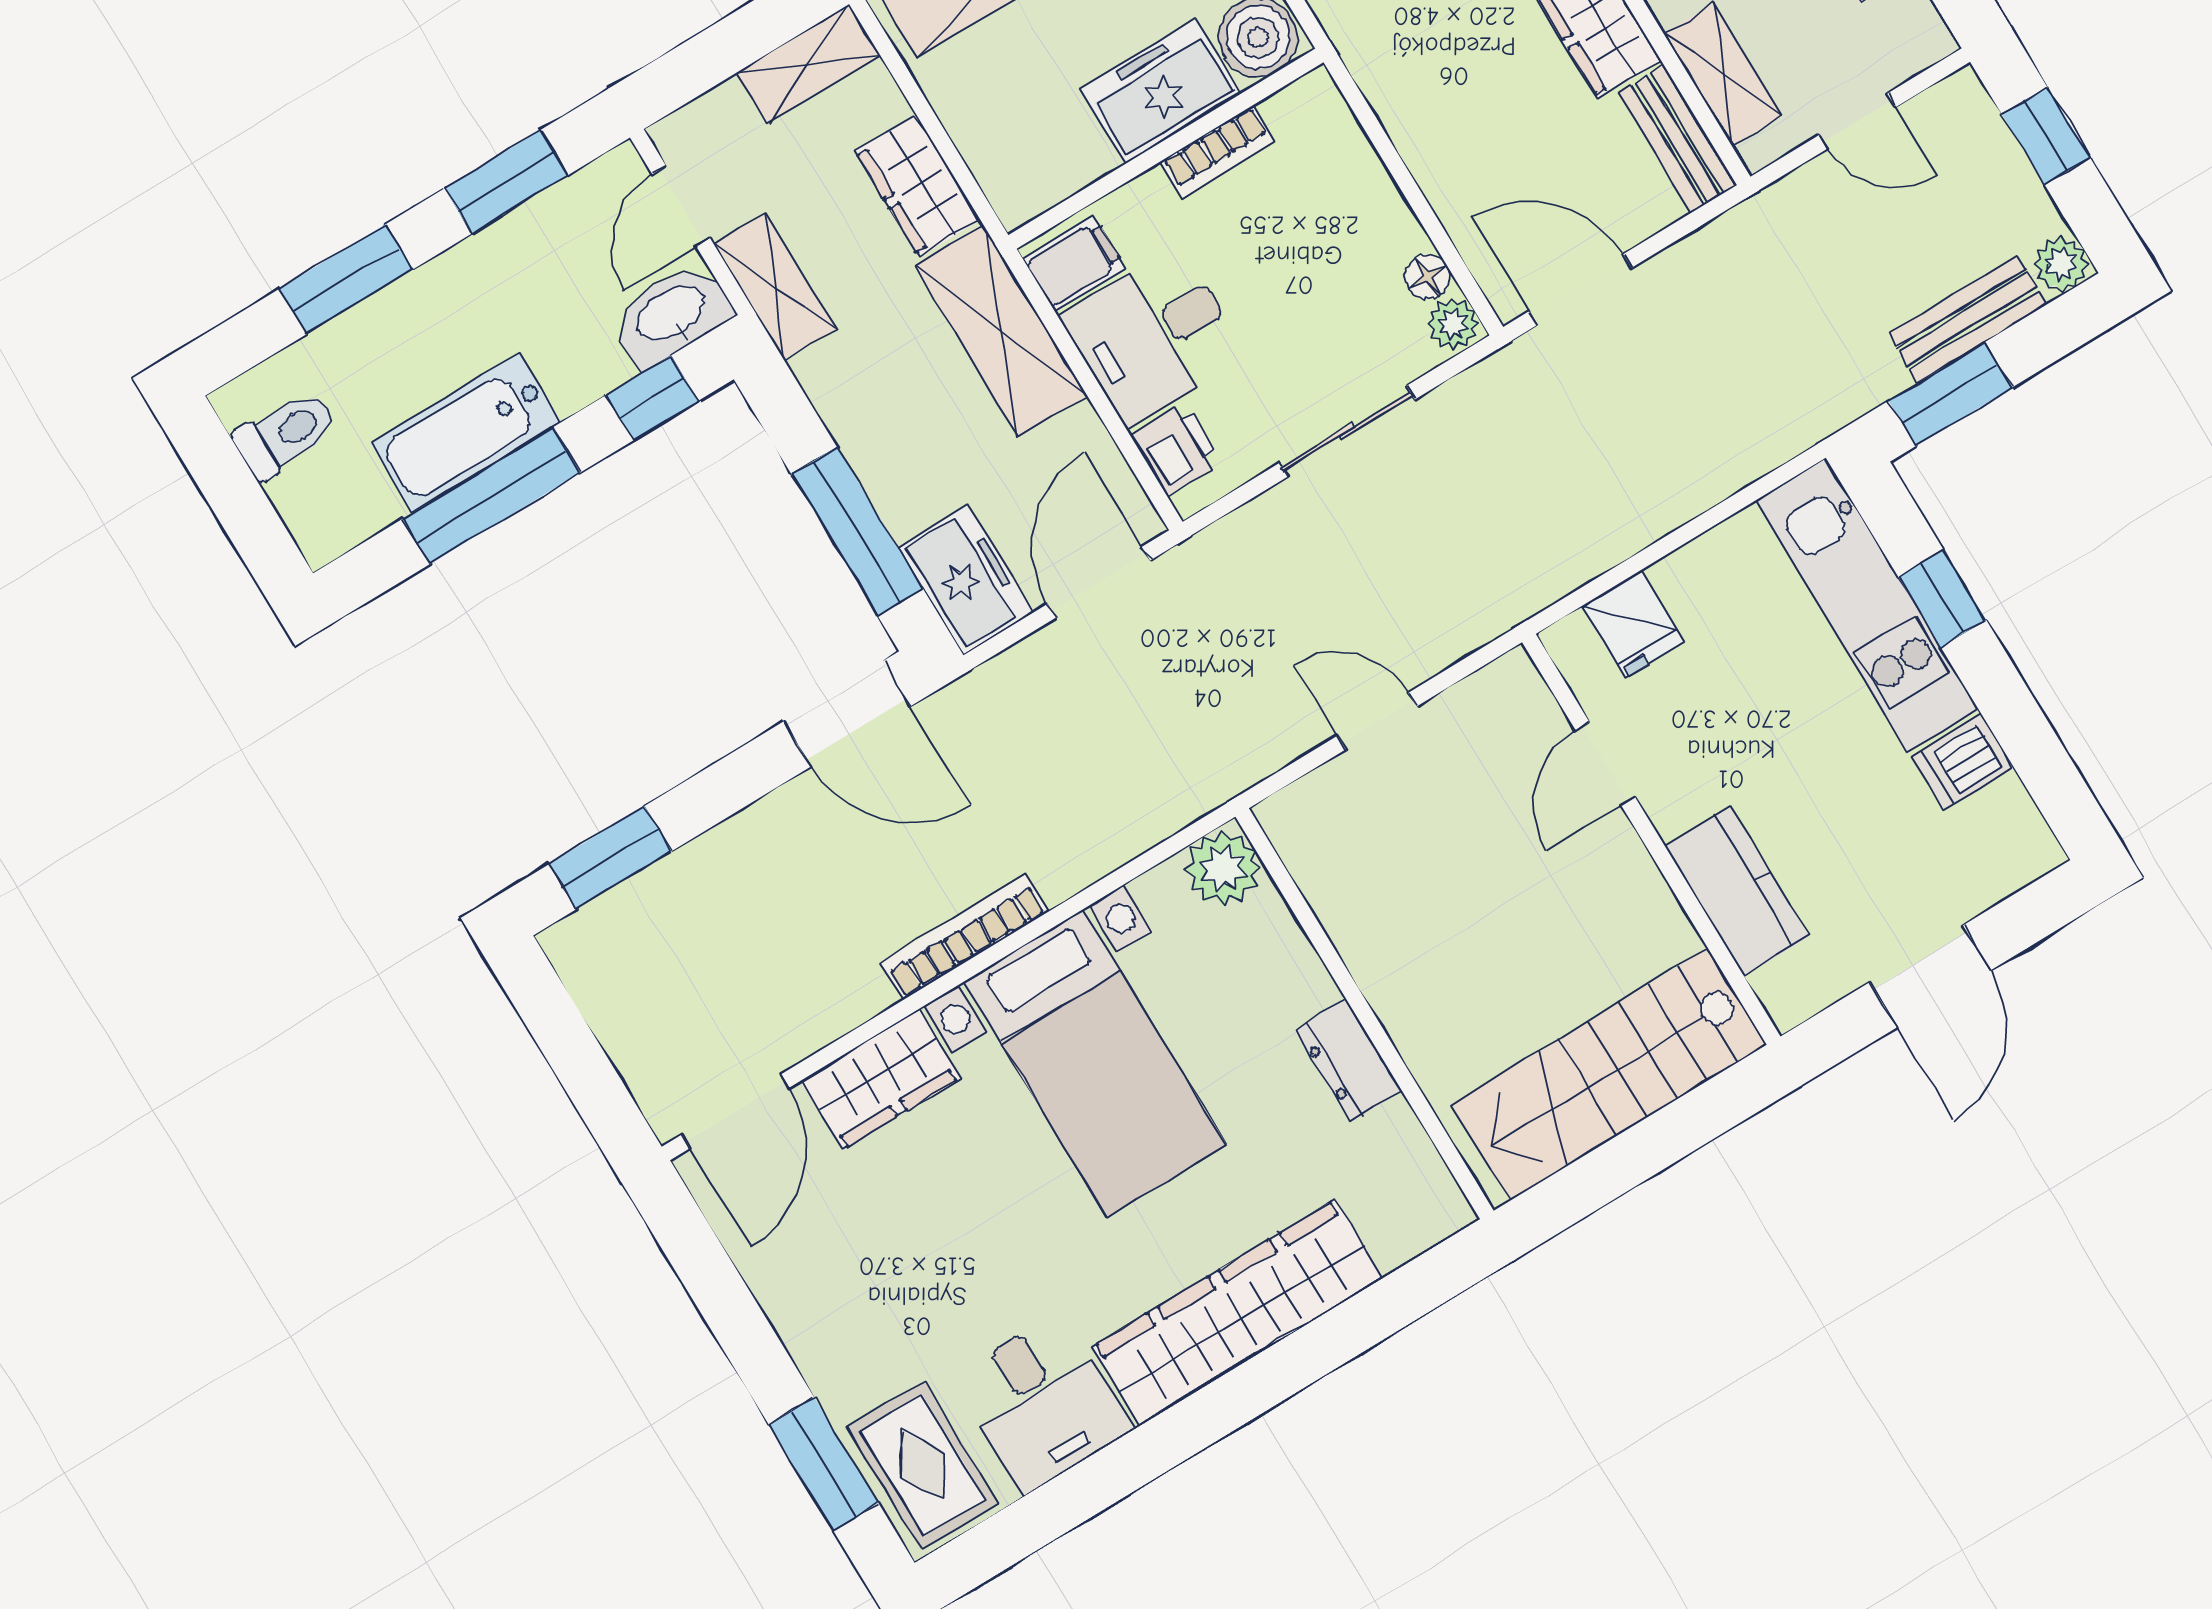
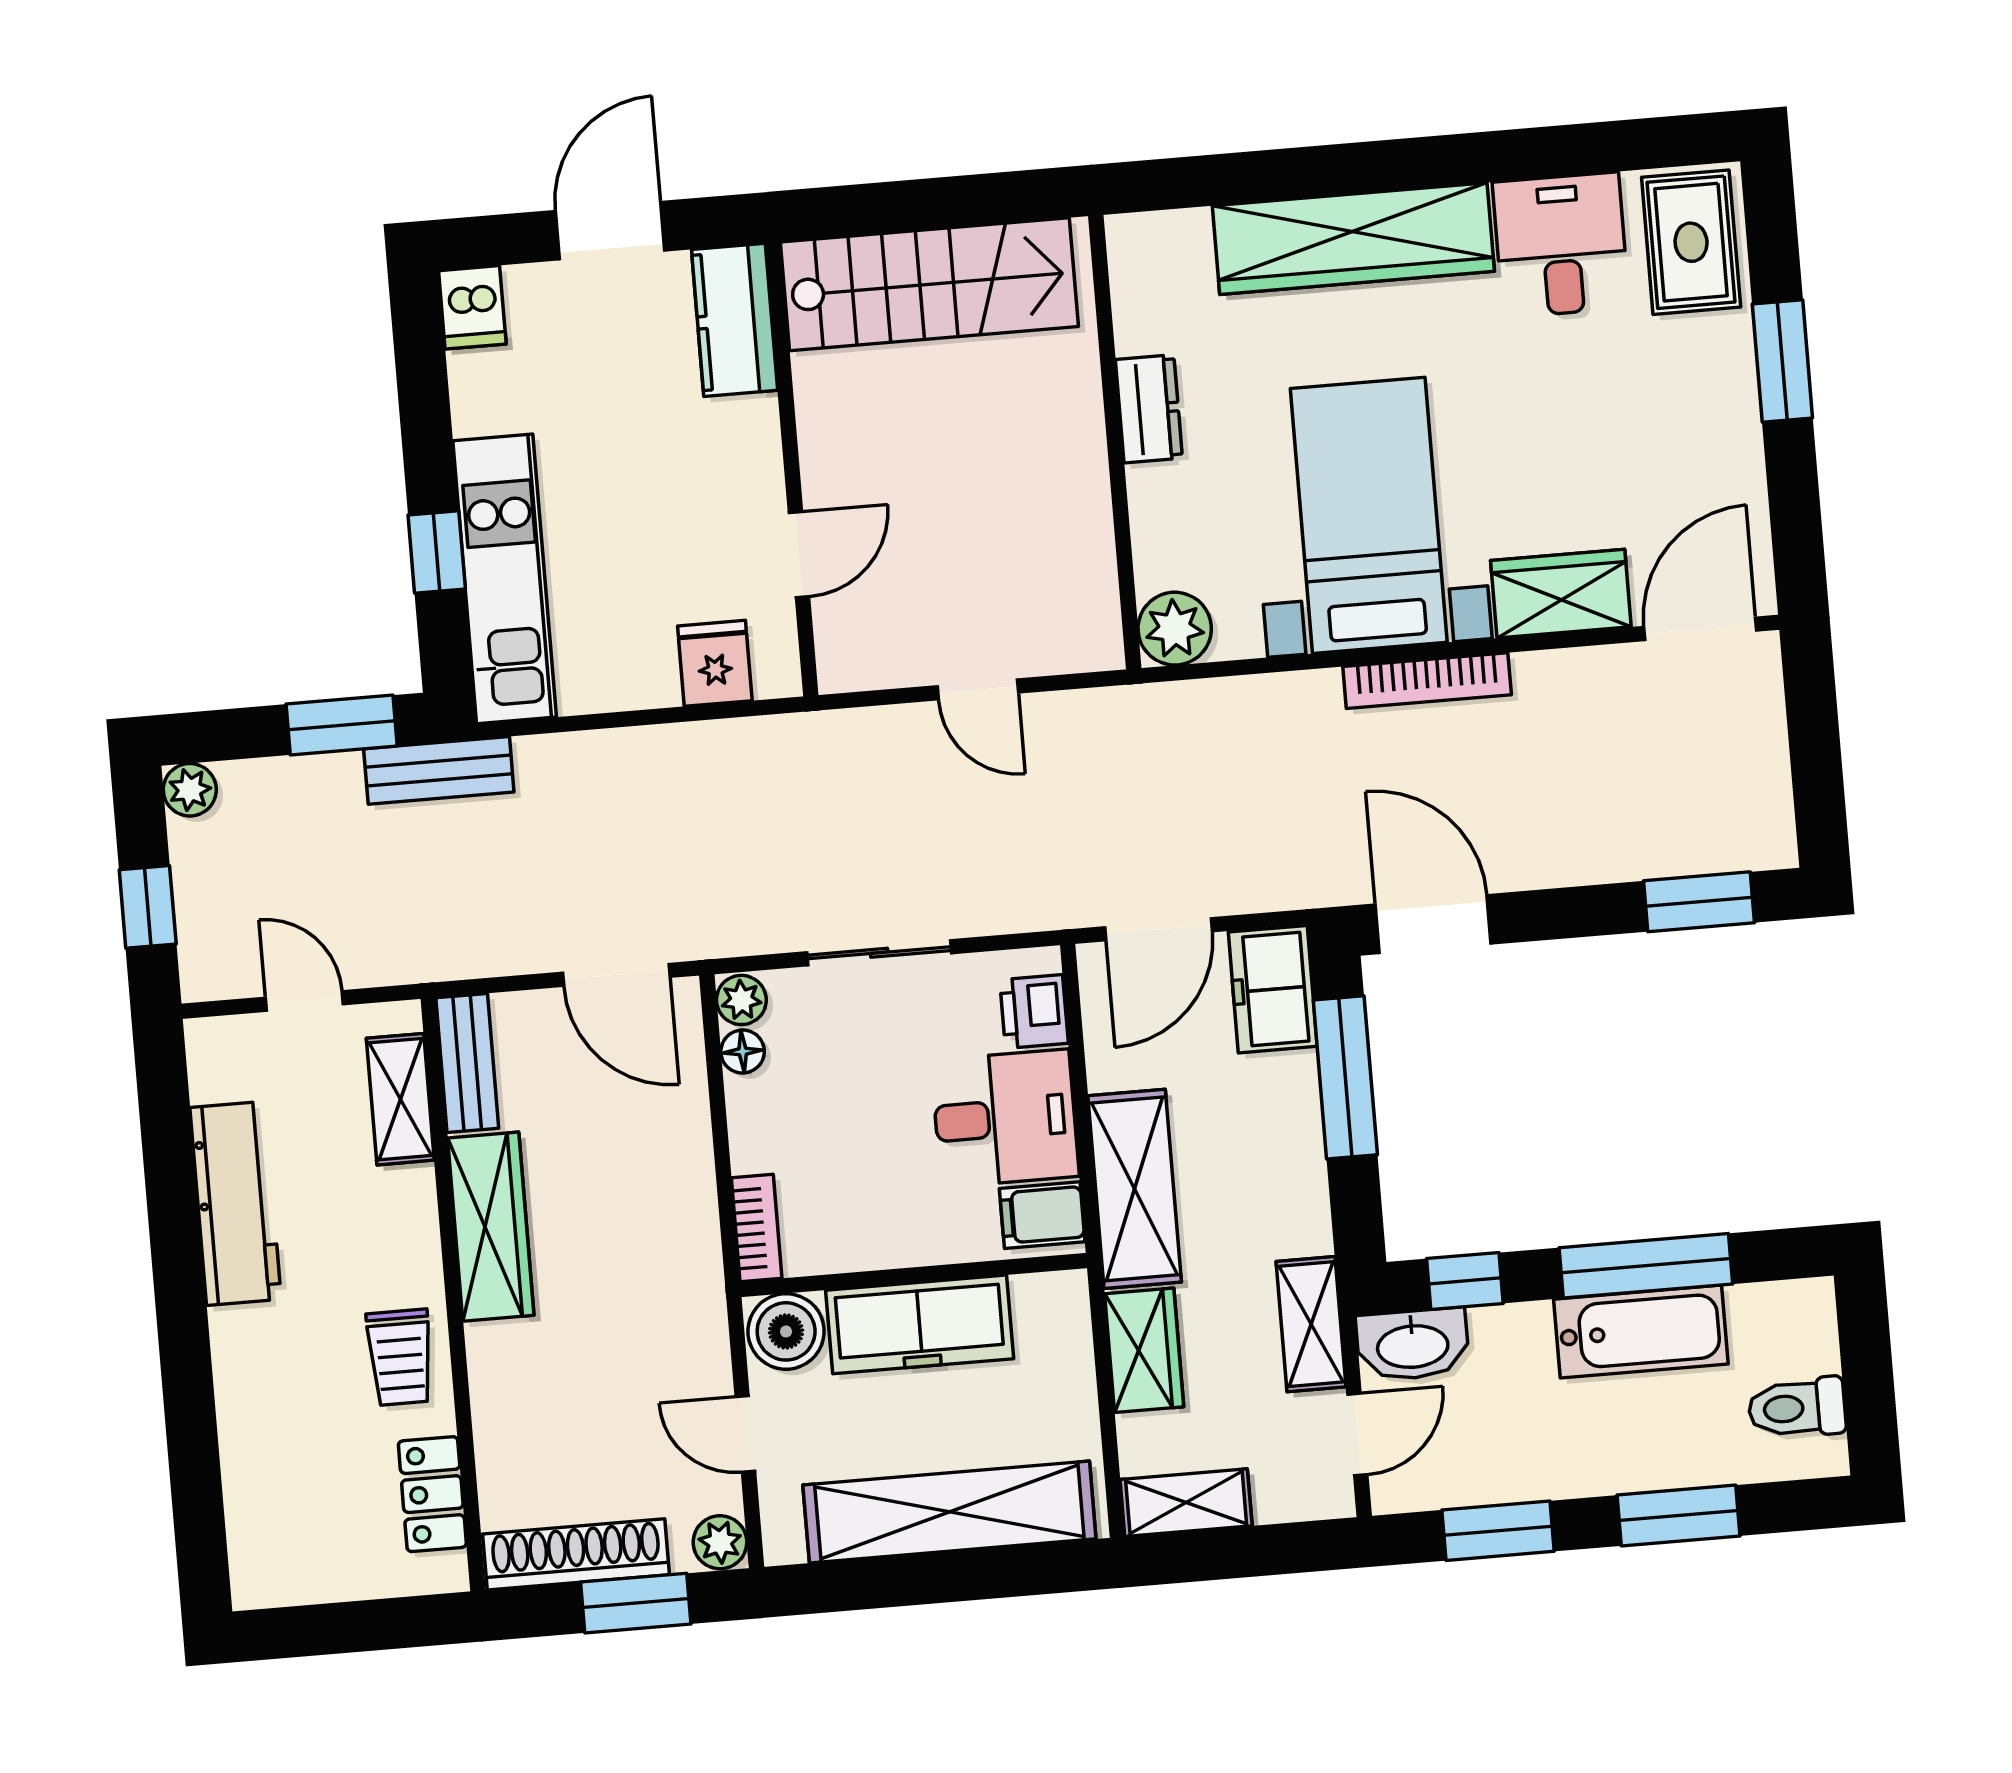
freezer: (1161, 92) -> (920, 1324), width x1.40
bookcase: (1218, 152) -> (757, 1228), moved, turned 90
bench: (1968, 319) -> (439, 770), moved
dishwasher: (1963, 762) -> (472, 307), moved, turned 90
kitchen counter: (1737, 891) -> (735, 320), moved
window: (824, 1464) -> (1782, 361), moved

